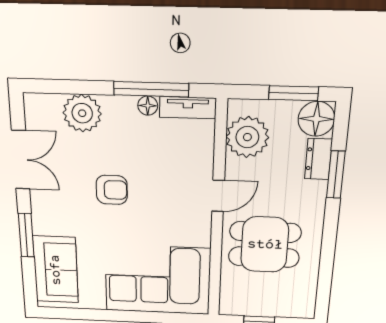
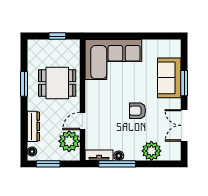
floor lamp: (316, 119) -> (32, 152), width x0.53, depth x0.53
dresser: (318, 159) -> (33, 126), width x1.44
window: (336, 175) -> (24, 84), moved
door: (218, 196) -> (83, 121), moved
sofa: (56, 270) -> (169, 78), moved

